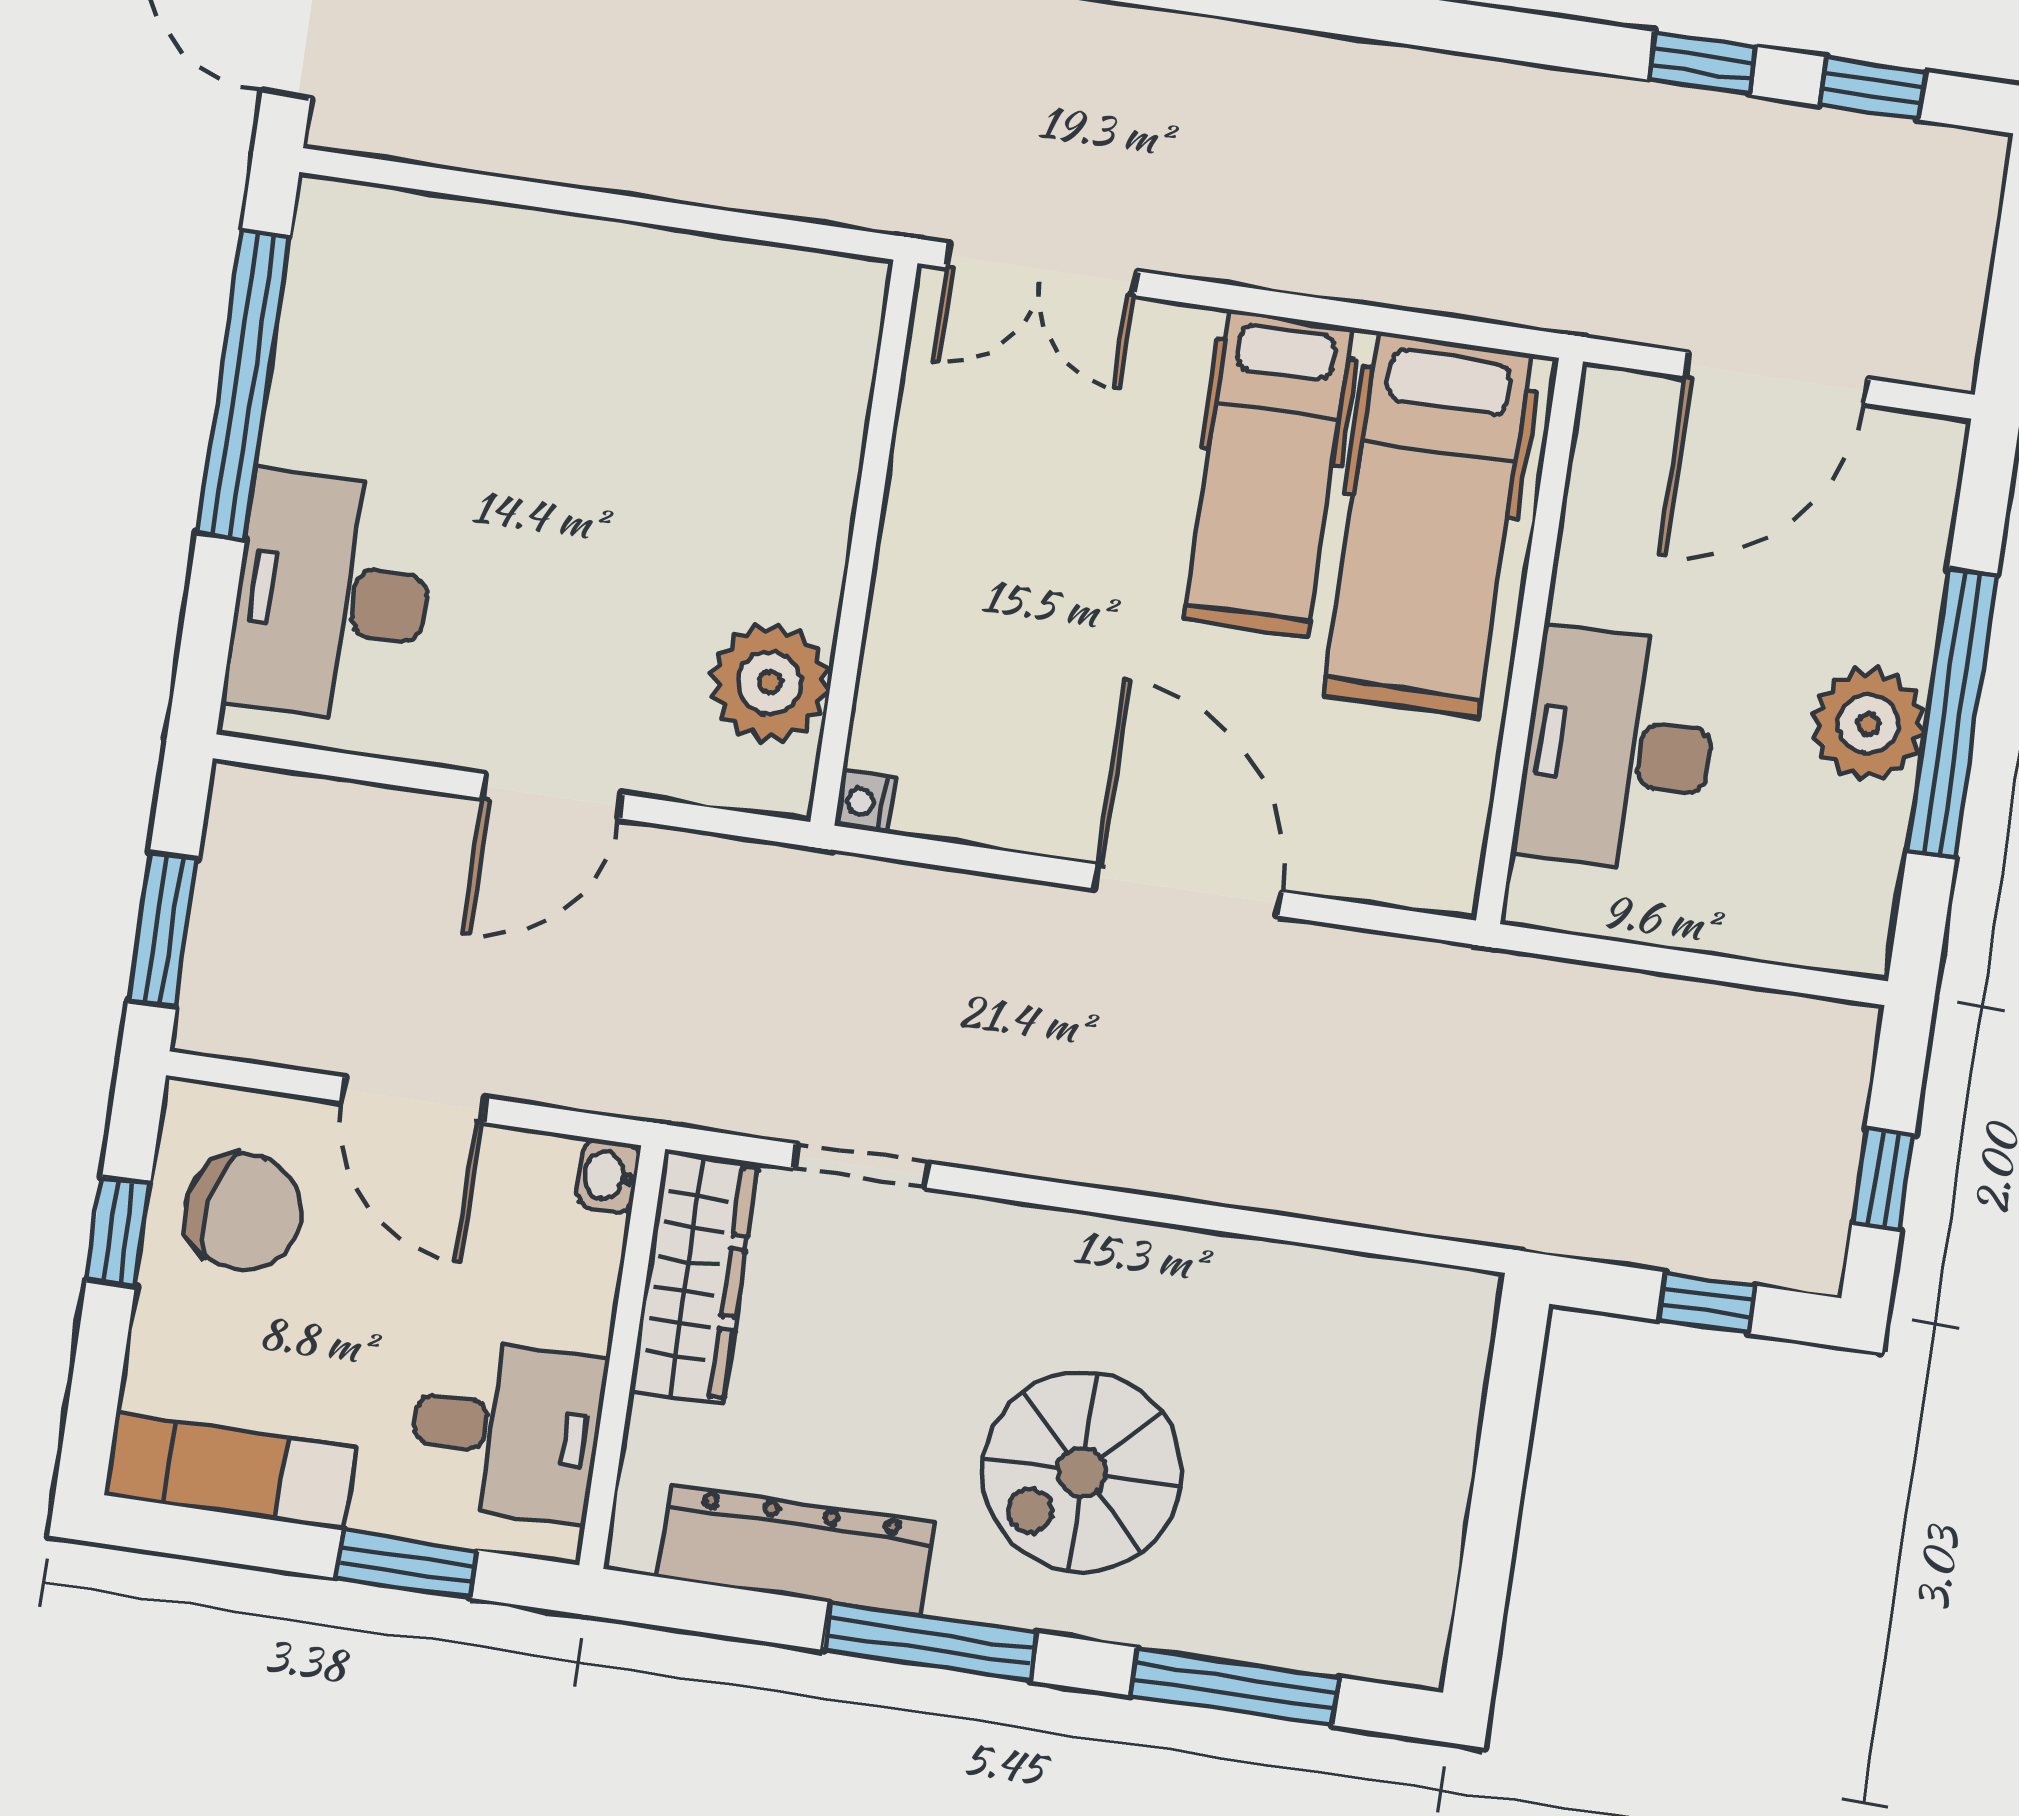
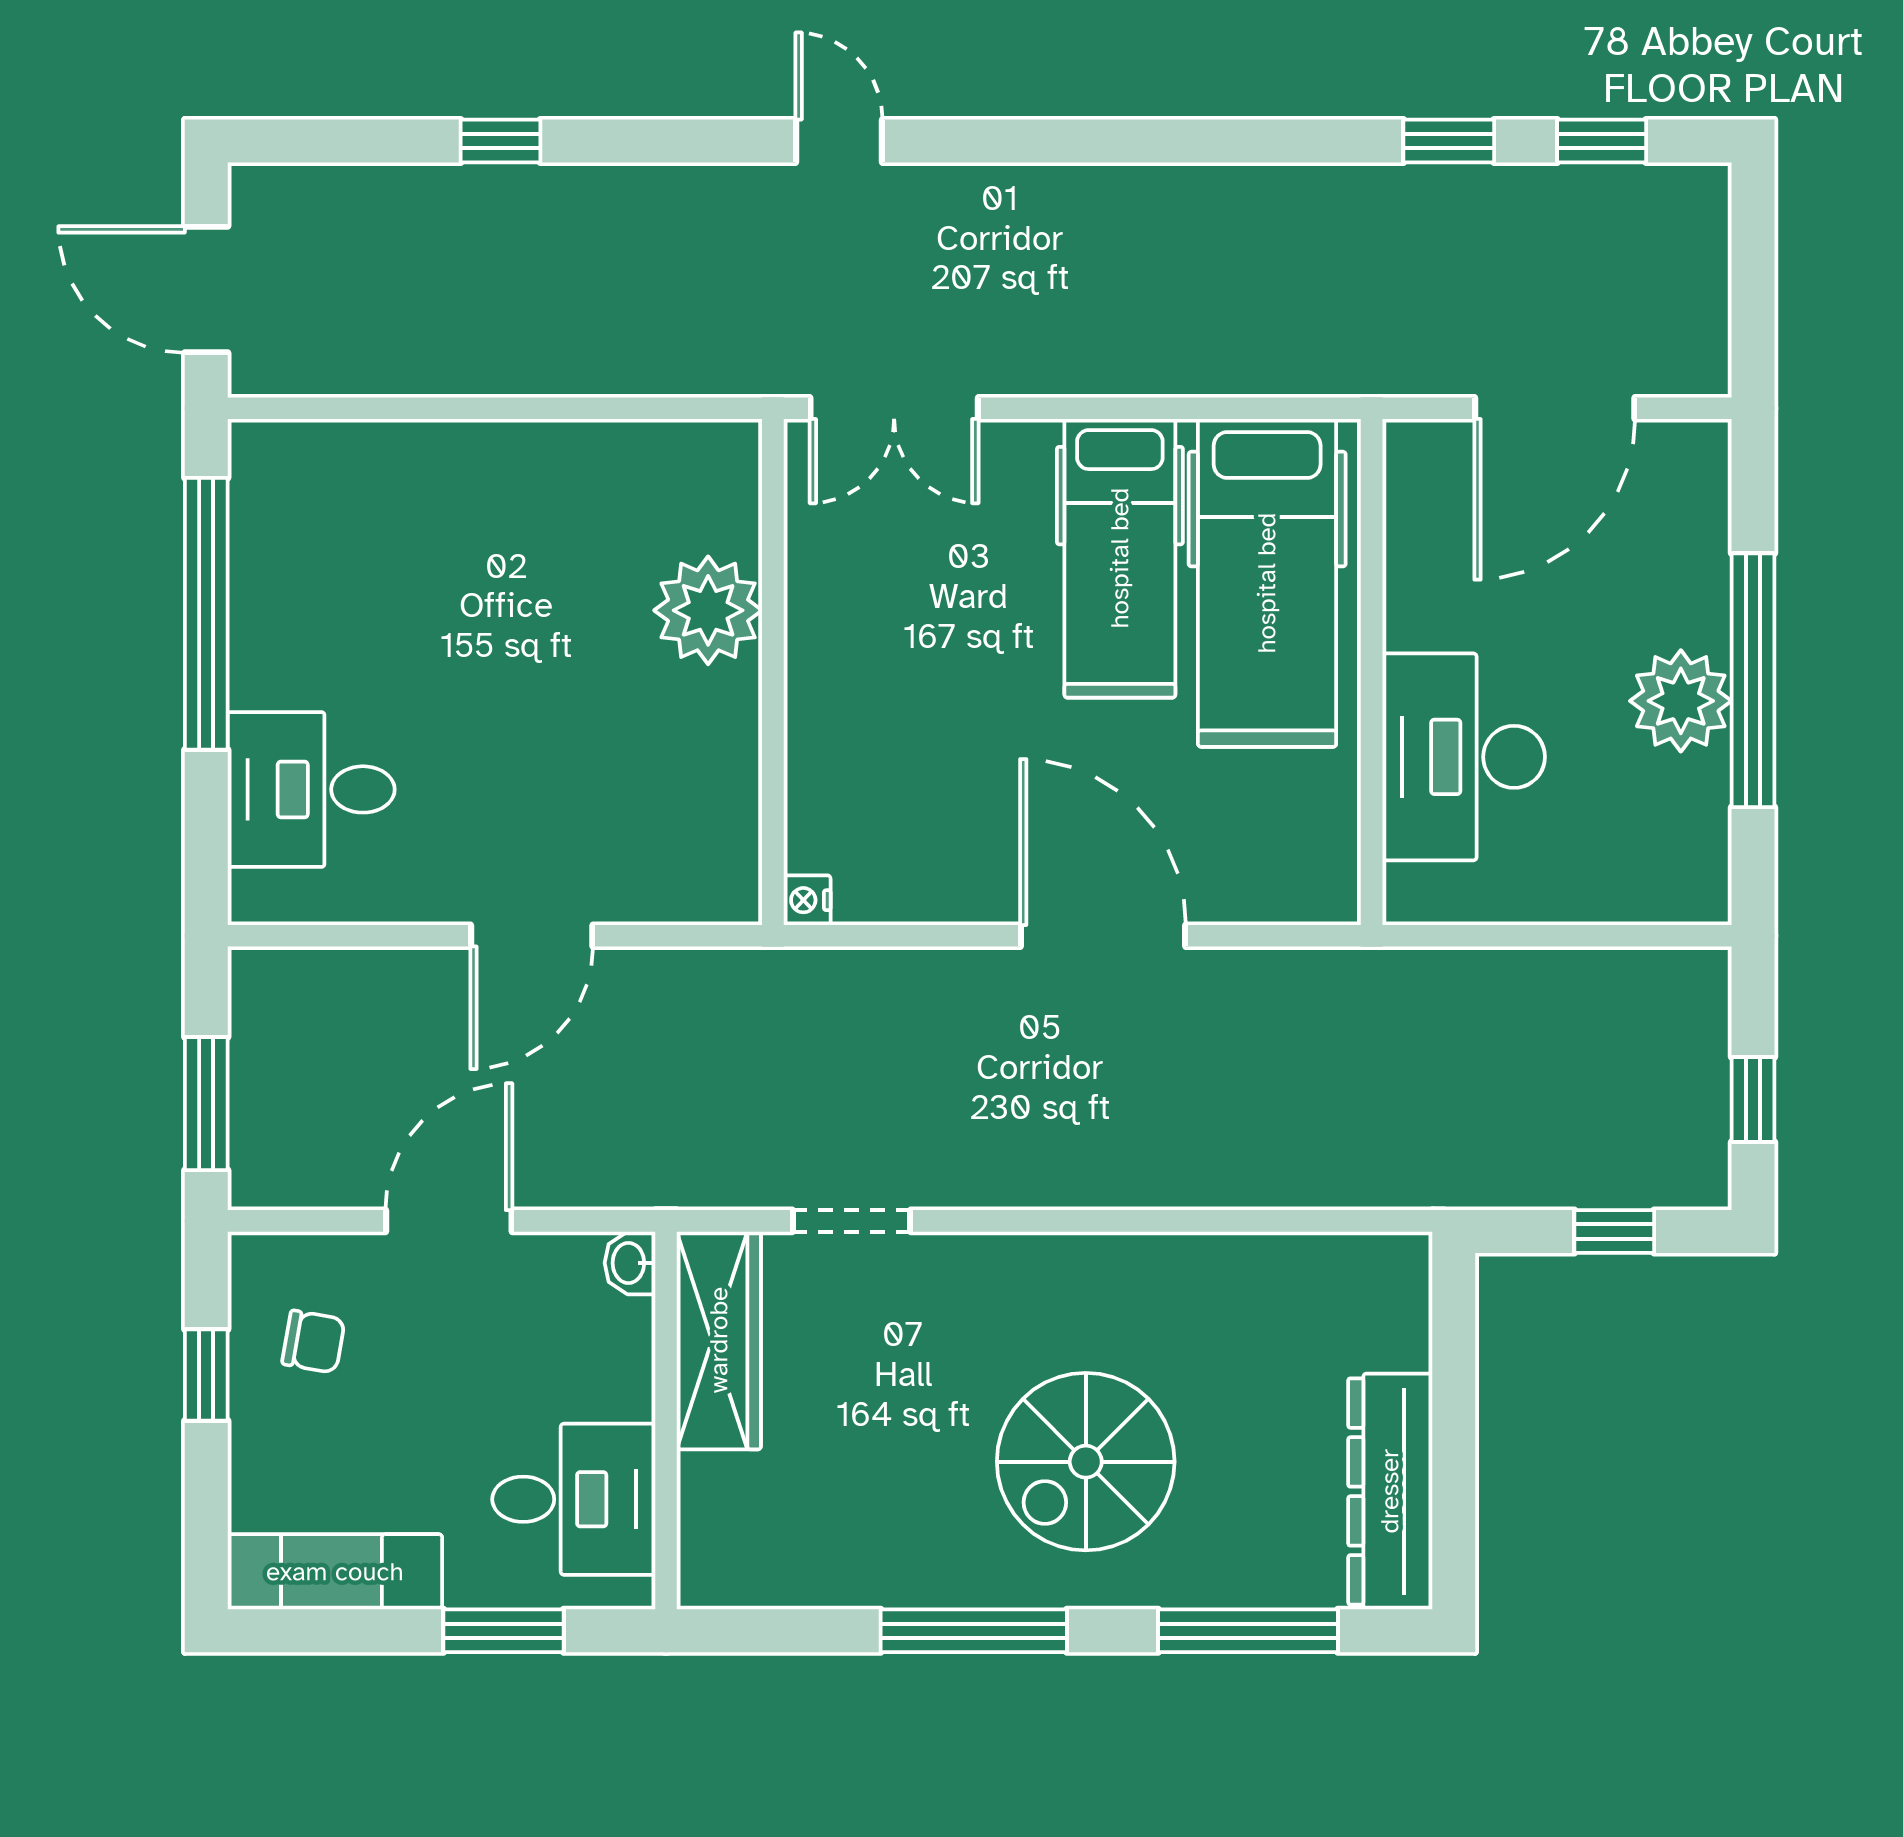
desk: (331, 597) -> (311, 789), width x0.73
plant: (770, 683) -> (708, 610), moved
door: (414, 1100) -> (449, 1221), swing flipped
chair: (243, 1212) -> (313, 1342), width x0.54, depth x0.54
dresser: (796, 1550) -> (1390, 1491), moved, turned -90

